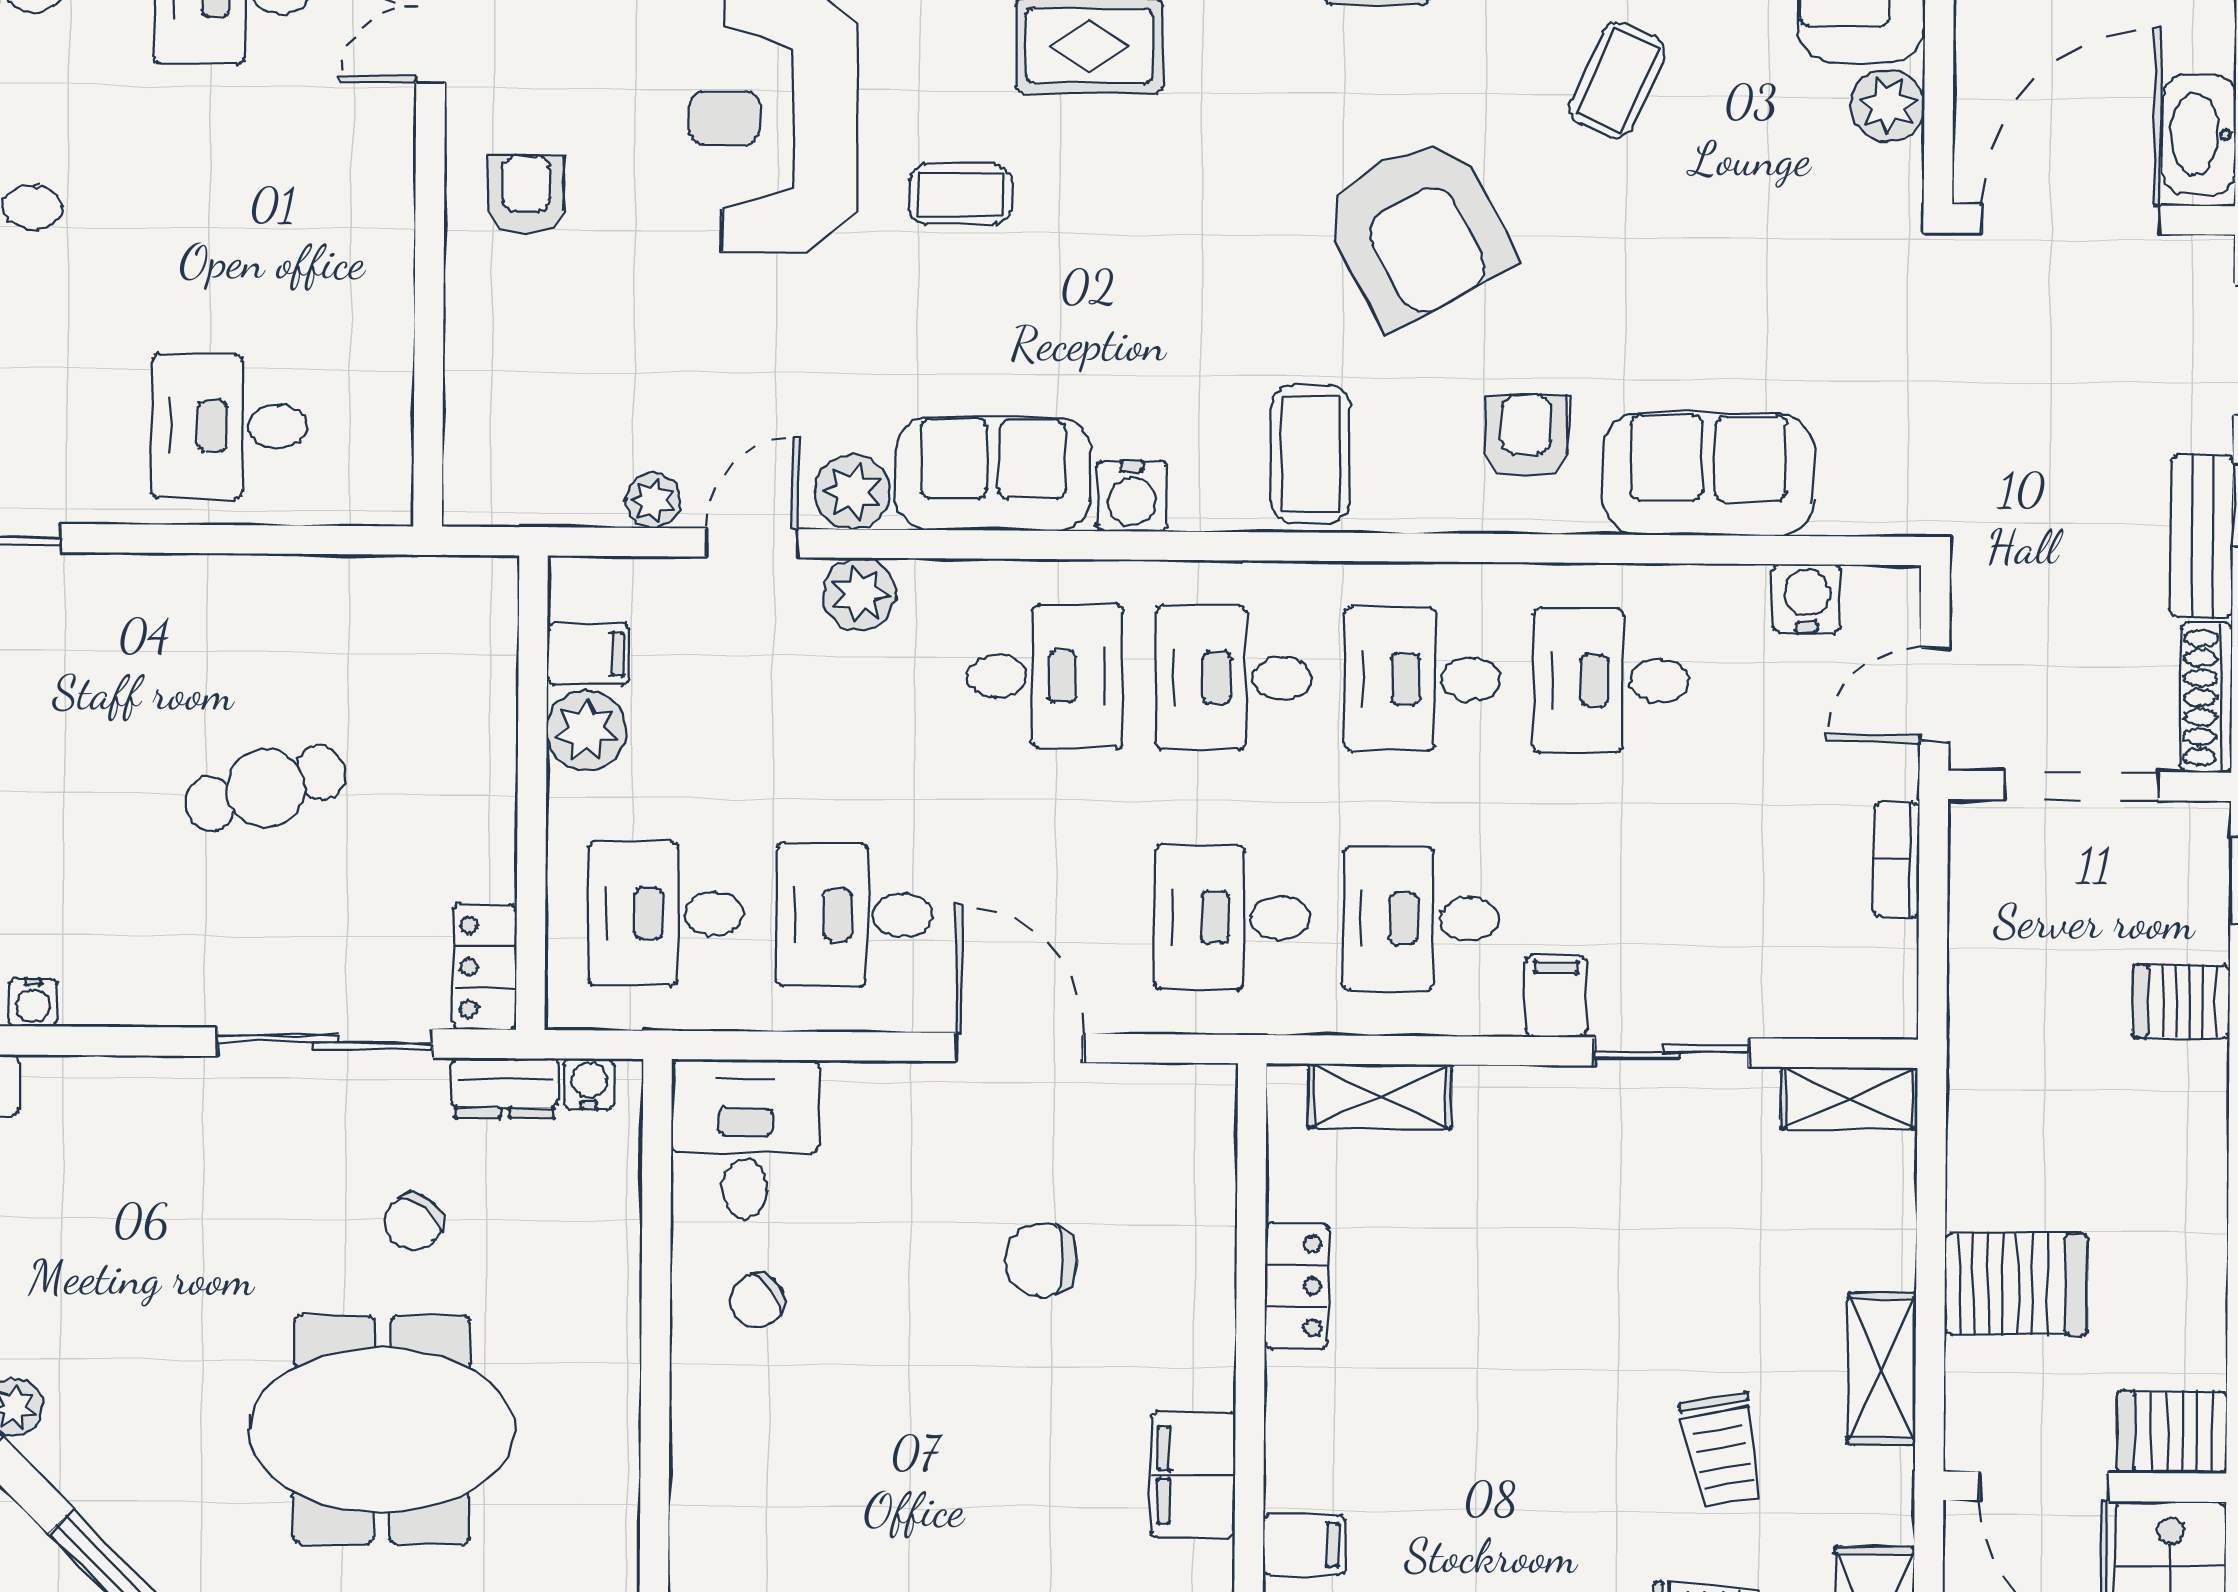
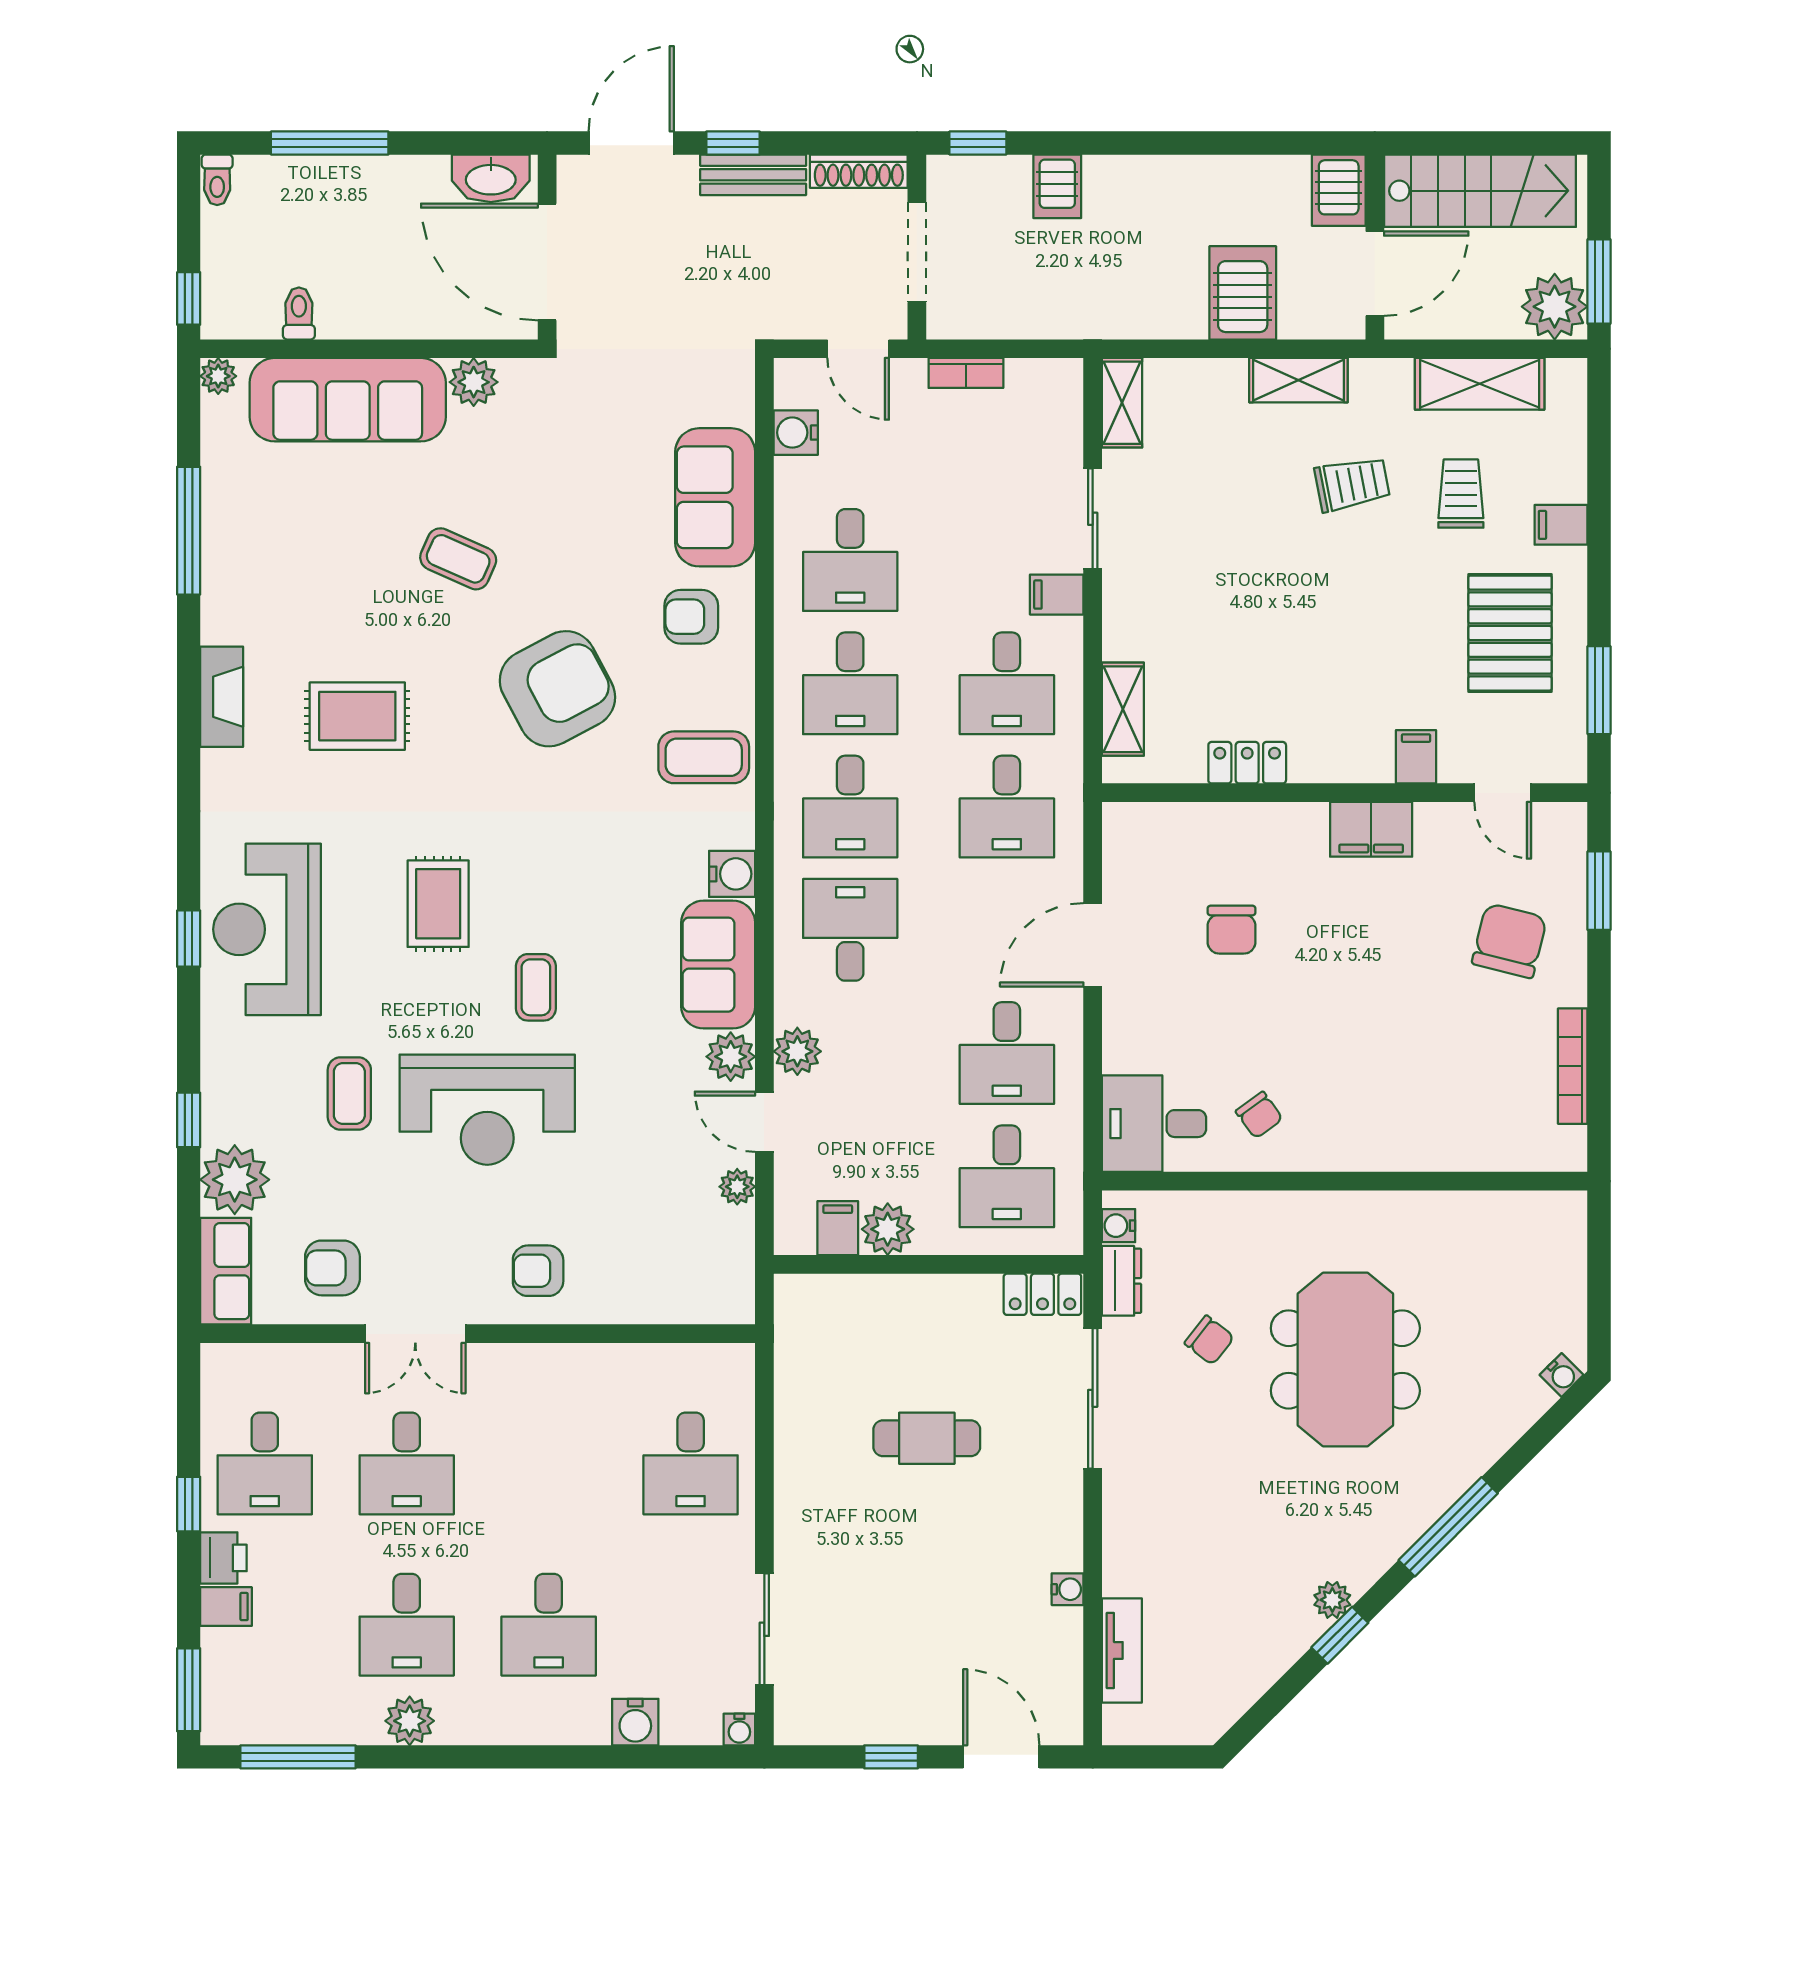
cafe table: (266, 788) -> (927, 1438), turned -74

